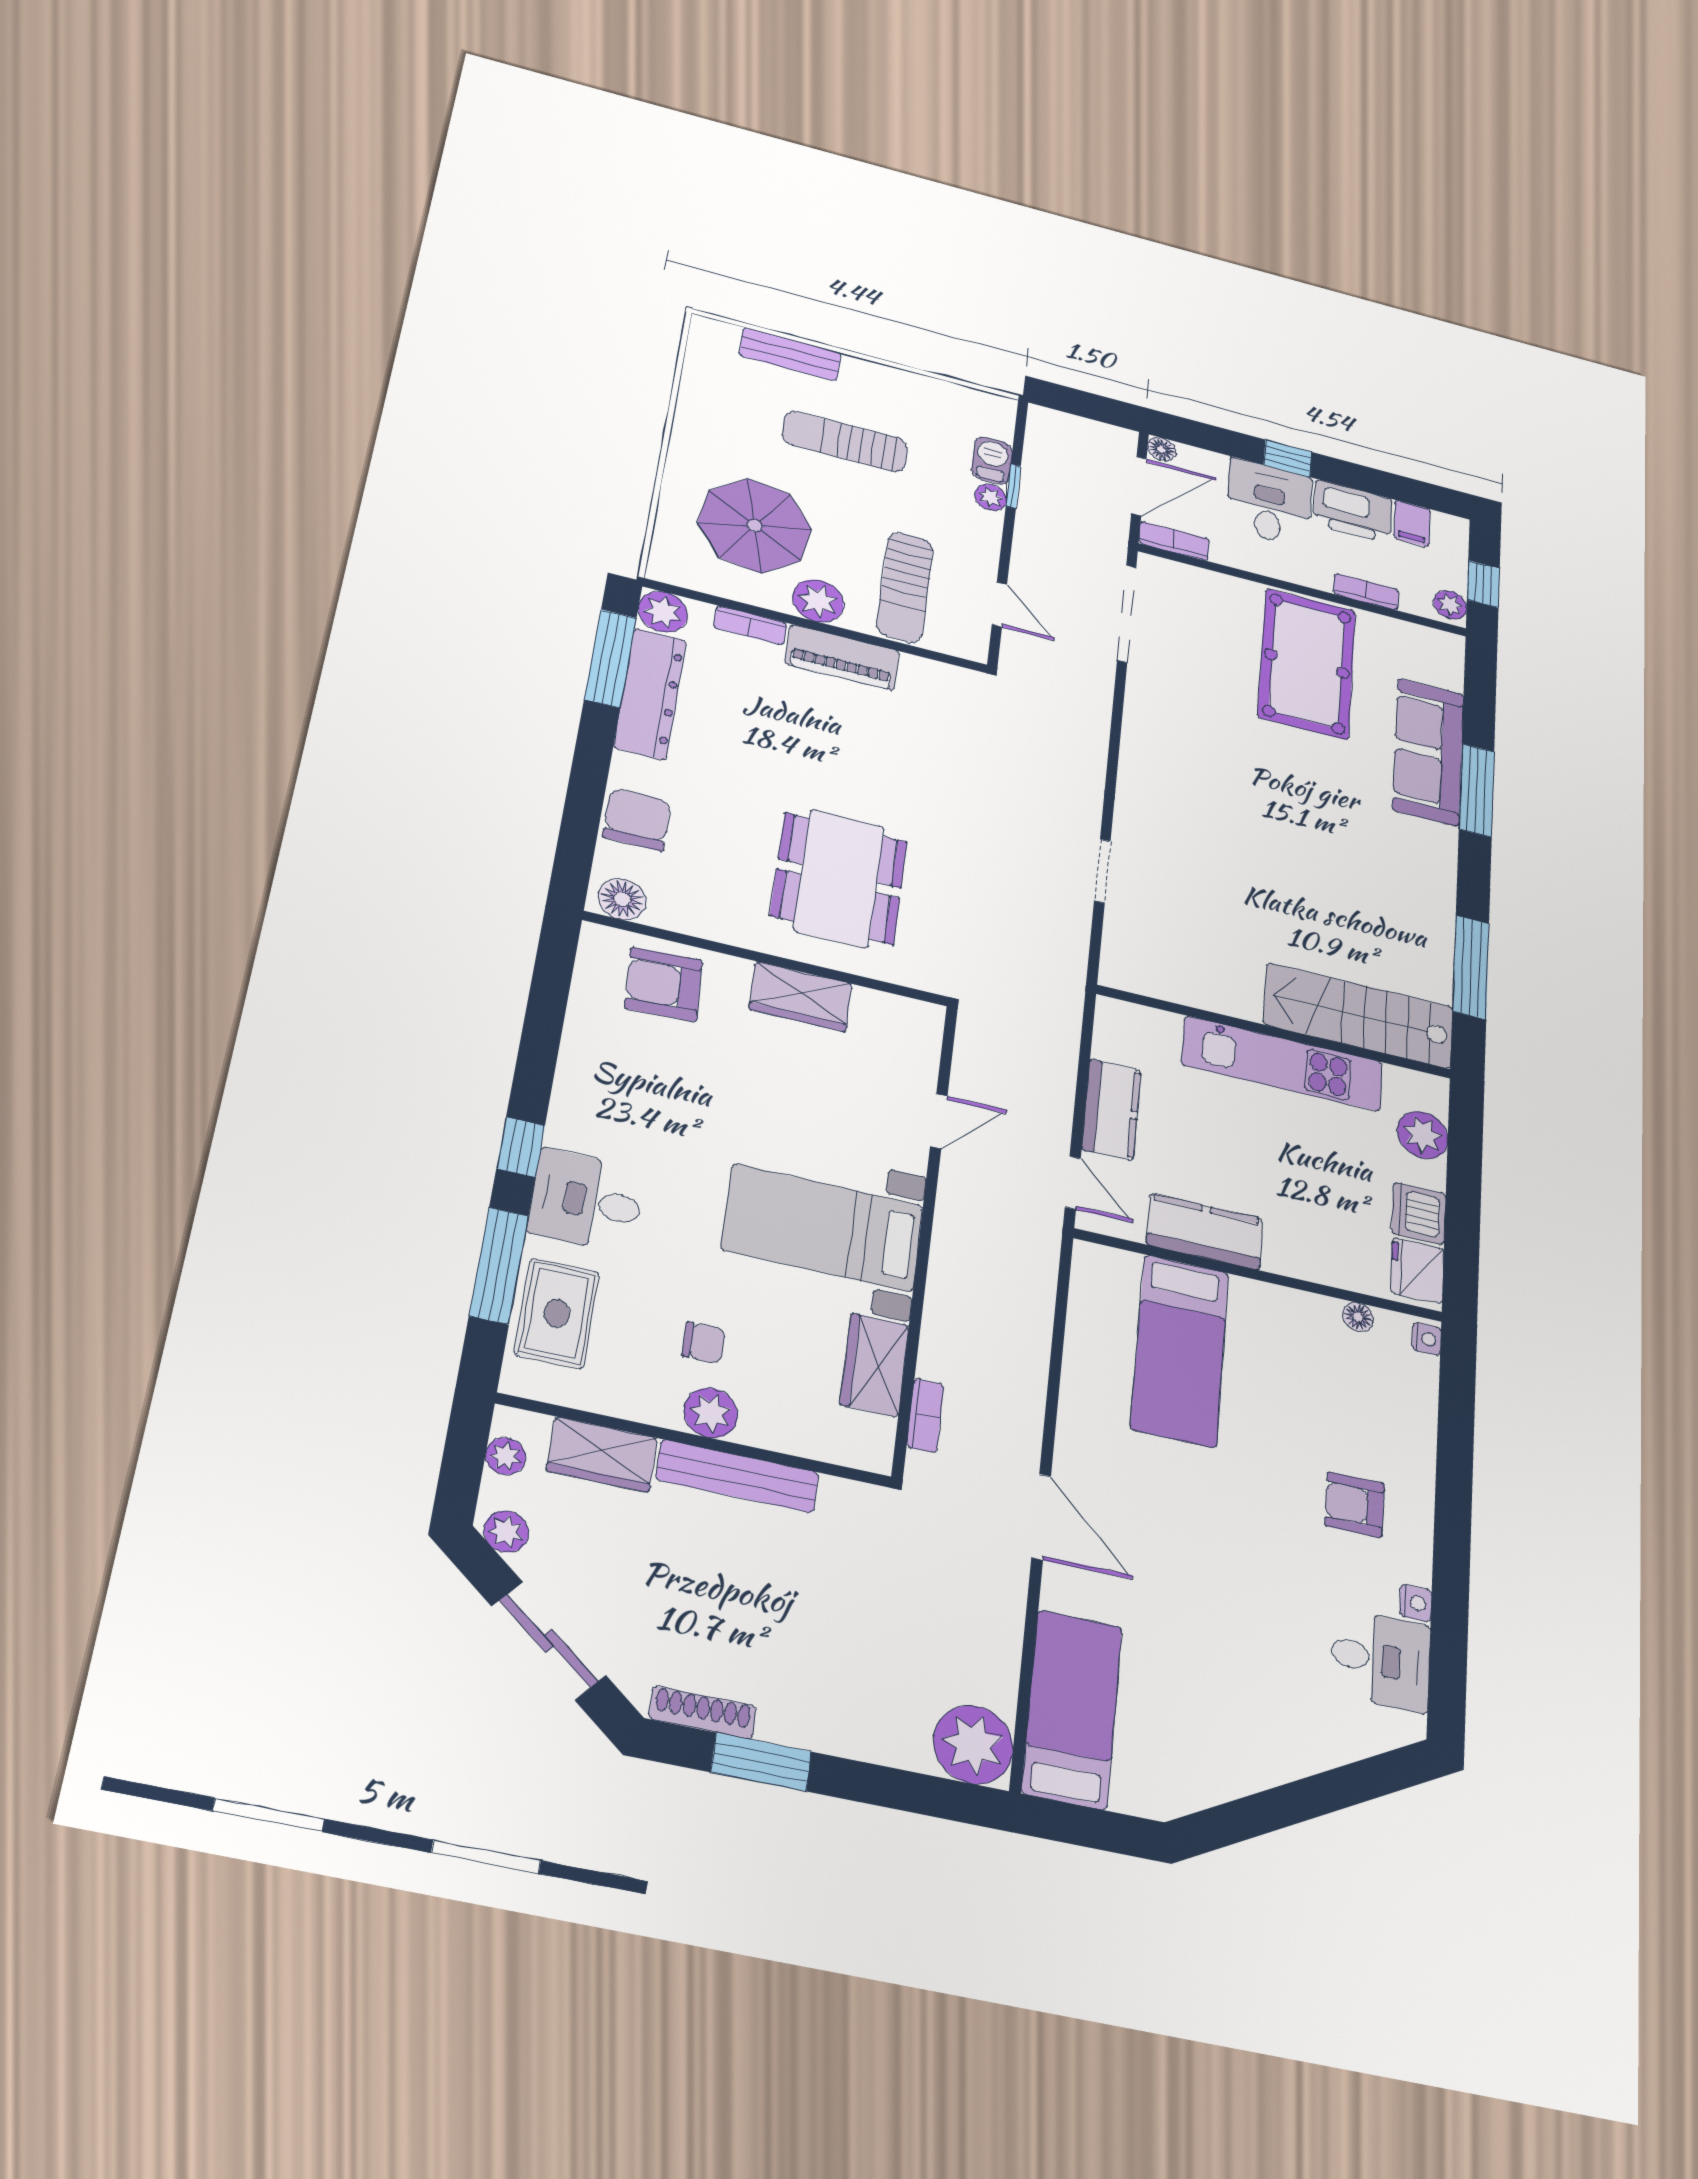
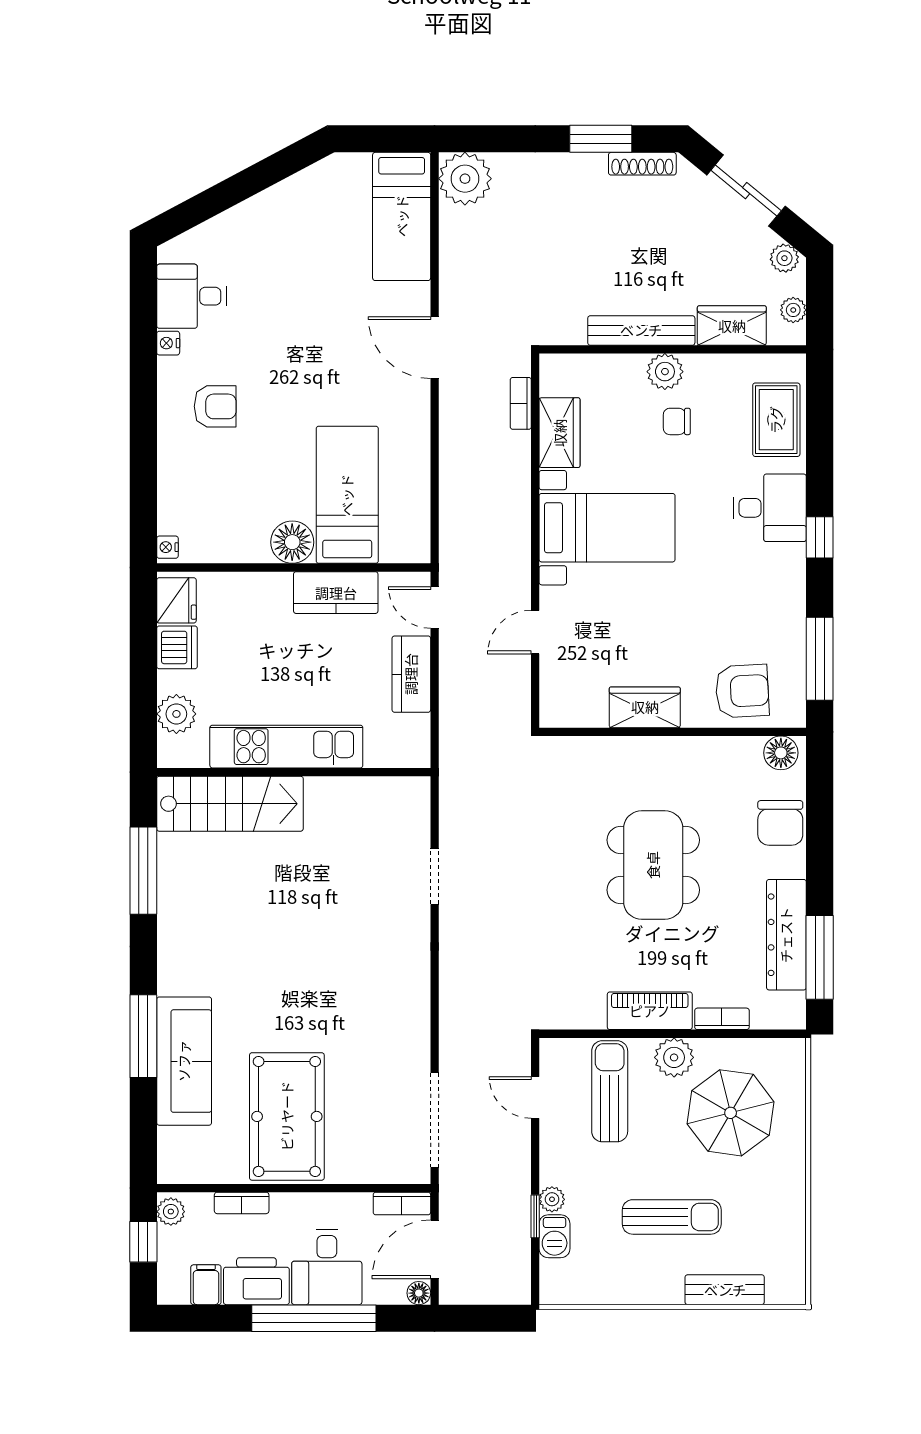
window: (1288, 458) -> (314, 1318), width x3.17
plant: (663, 612) -> (788, 1011), removed
dining table: (839, 878) -> (653, 865), moved
window: (499, 1266) -> (820, 659), moved
floor lamp: (1358, 1317) -> (292, 542), moved, width x1.89, depth x1.89

